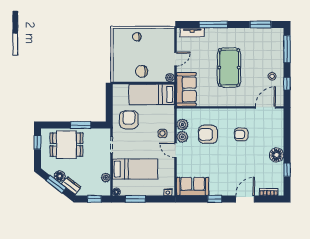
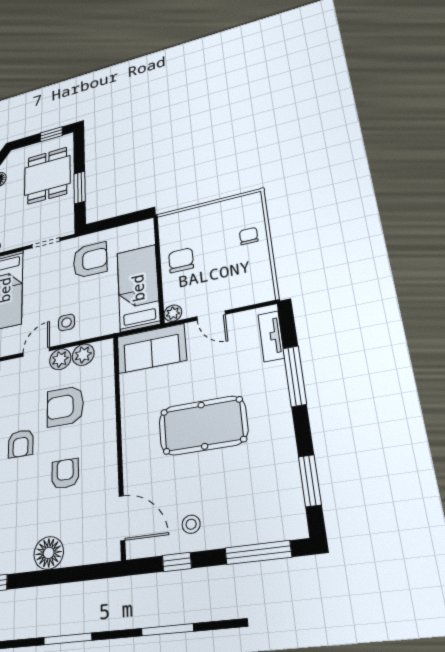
armchair: (208, 134) -> (65, 406), turned -90
floor lamp: (277, 155) -> (49, 553), moved
armchair: (223, 158) -> (21, 444), added

